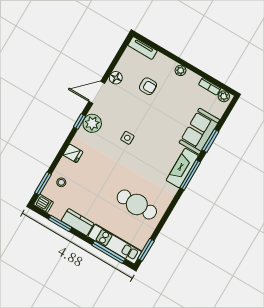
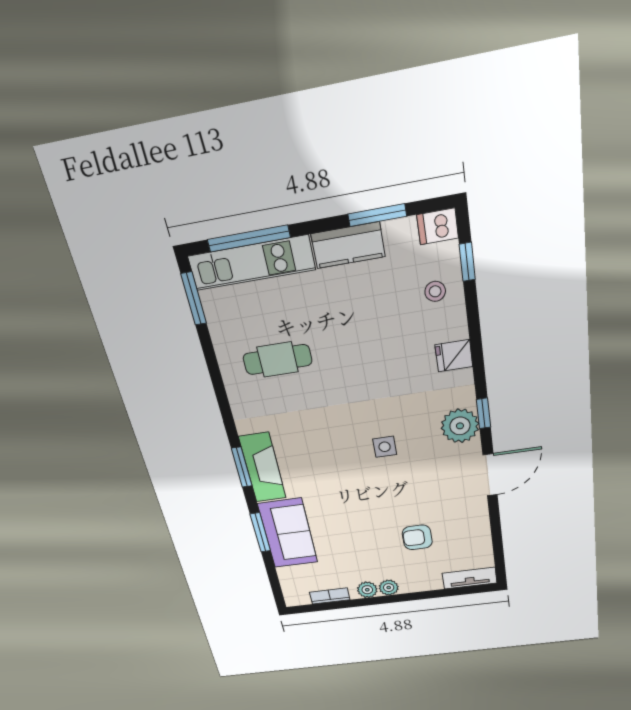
floor lamp: (116, 78) -> (477, 515), removed
plant: (224, 96) -> (367, 590), moved
window: (190, 175) -> (242, 467), width x0.69
window: (43, 183) -> (467, 262), width x0.67
cafe table: (137, 204) -> (277, 359), width x0.73, depth x0.74

